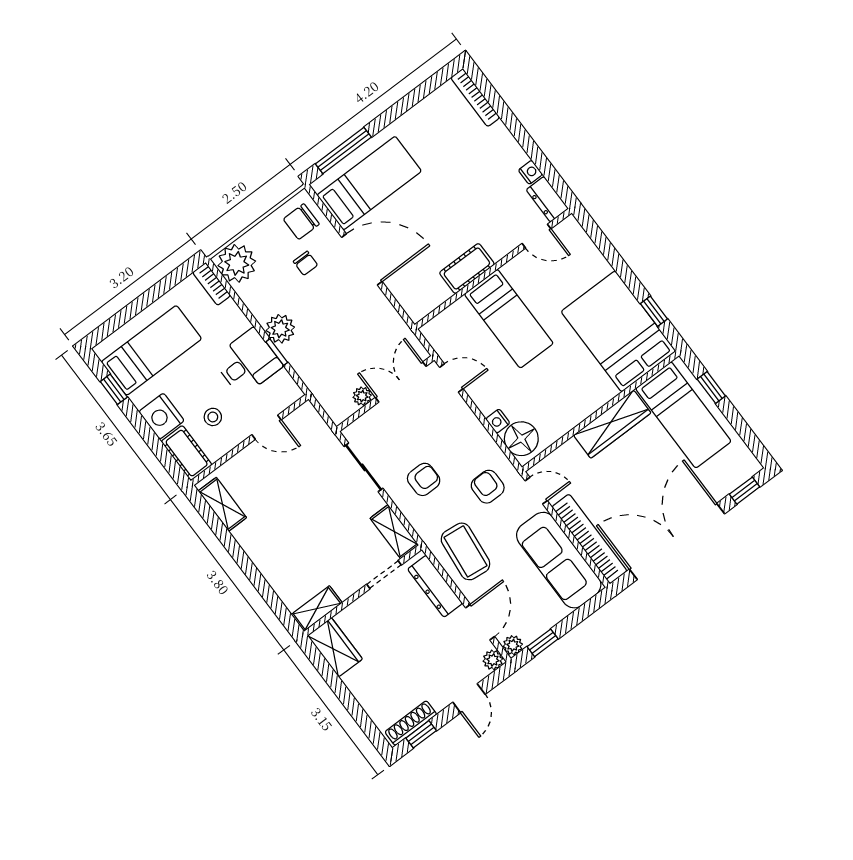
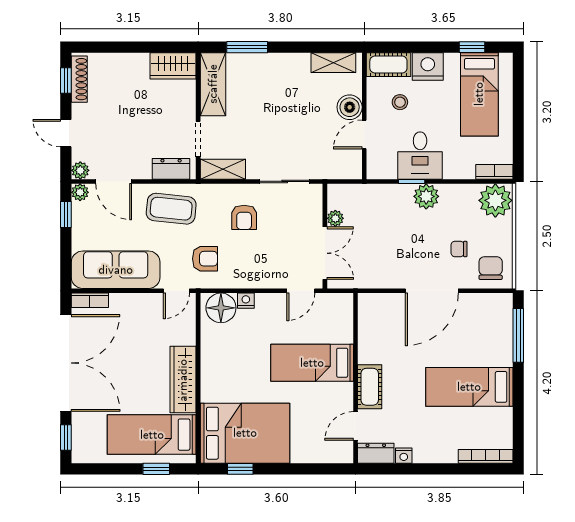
bed: (369, 183) -> (469, 387), moved, turned 90
cot: (467, 269) -> (370, 387), moved
boiler: (252, 459) -> (350, 107), added
bookcase: (589, 539) -> (90, 300), width x0.43, depth x0.76
dresser: (435, 586) -> (171, 169), width x0.70
window: (267, 593) -> (247, 47), added
shelving: (317, 609) -> (213, 84), width x1.50, depth x1.33

